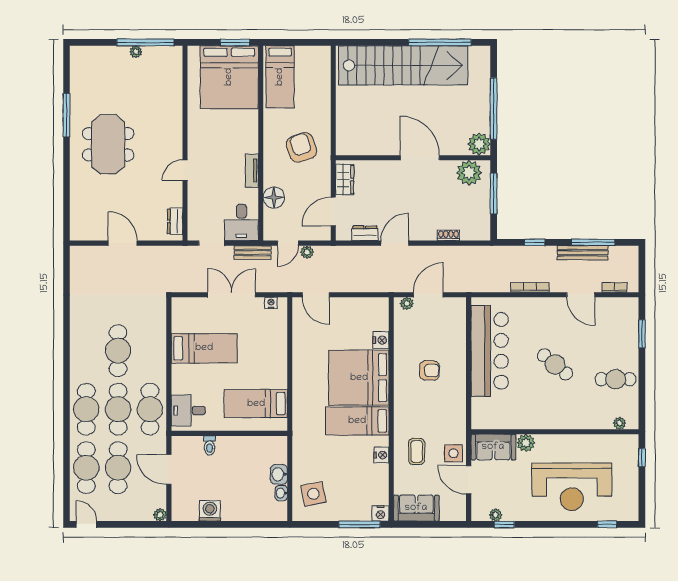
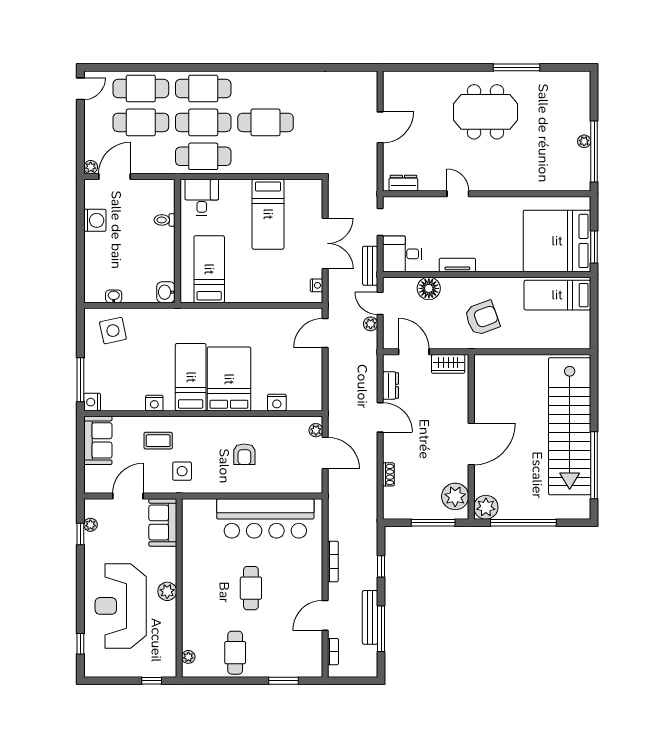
cafe table: (555, 364) -> (251, 588), turned -40
bed: (359, 378) -> (229, 379), width x0.73
plant: (526, 443) -> (167, 591), moved
side table: (453, 453) -> (182, 471), moved
door: (169, 469) -> (114, 177), moved
washbasin: (279, 474) -> (166, 292), moved, turned -90

